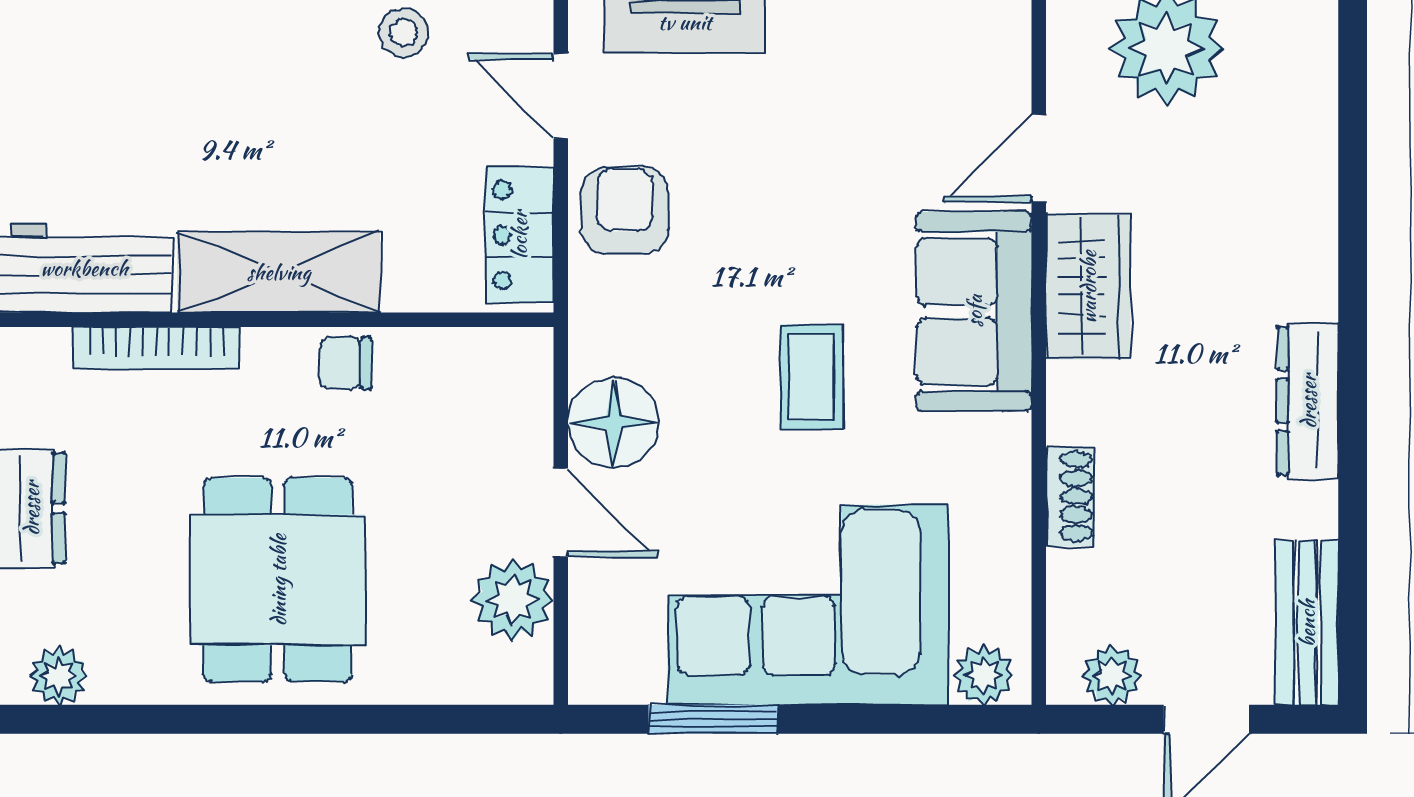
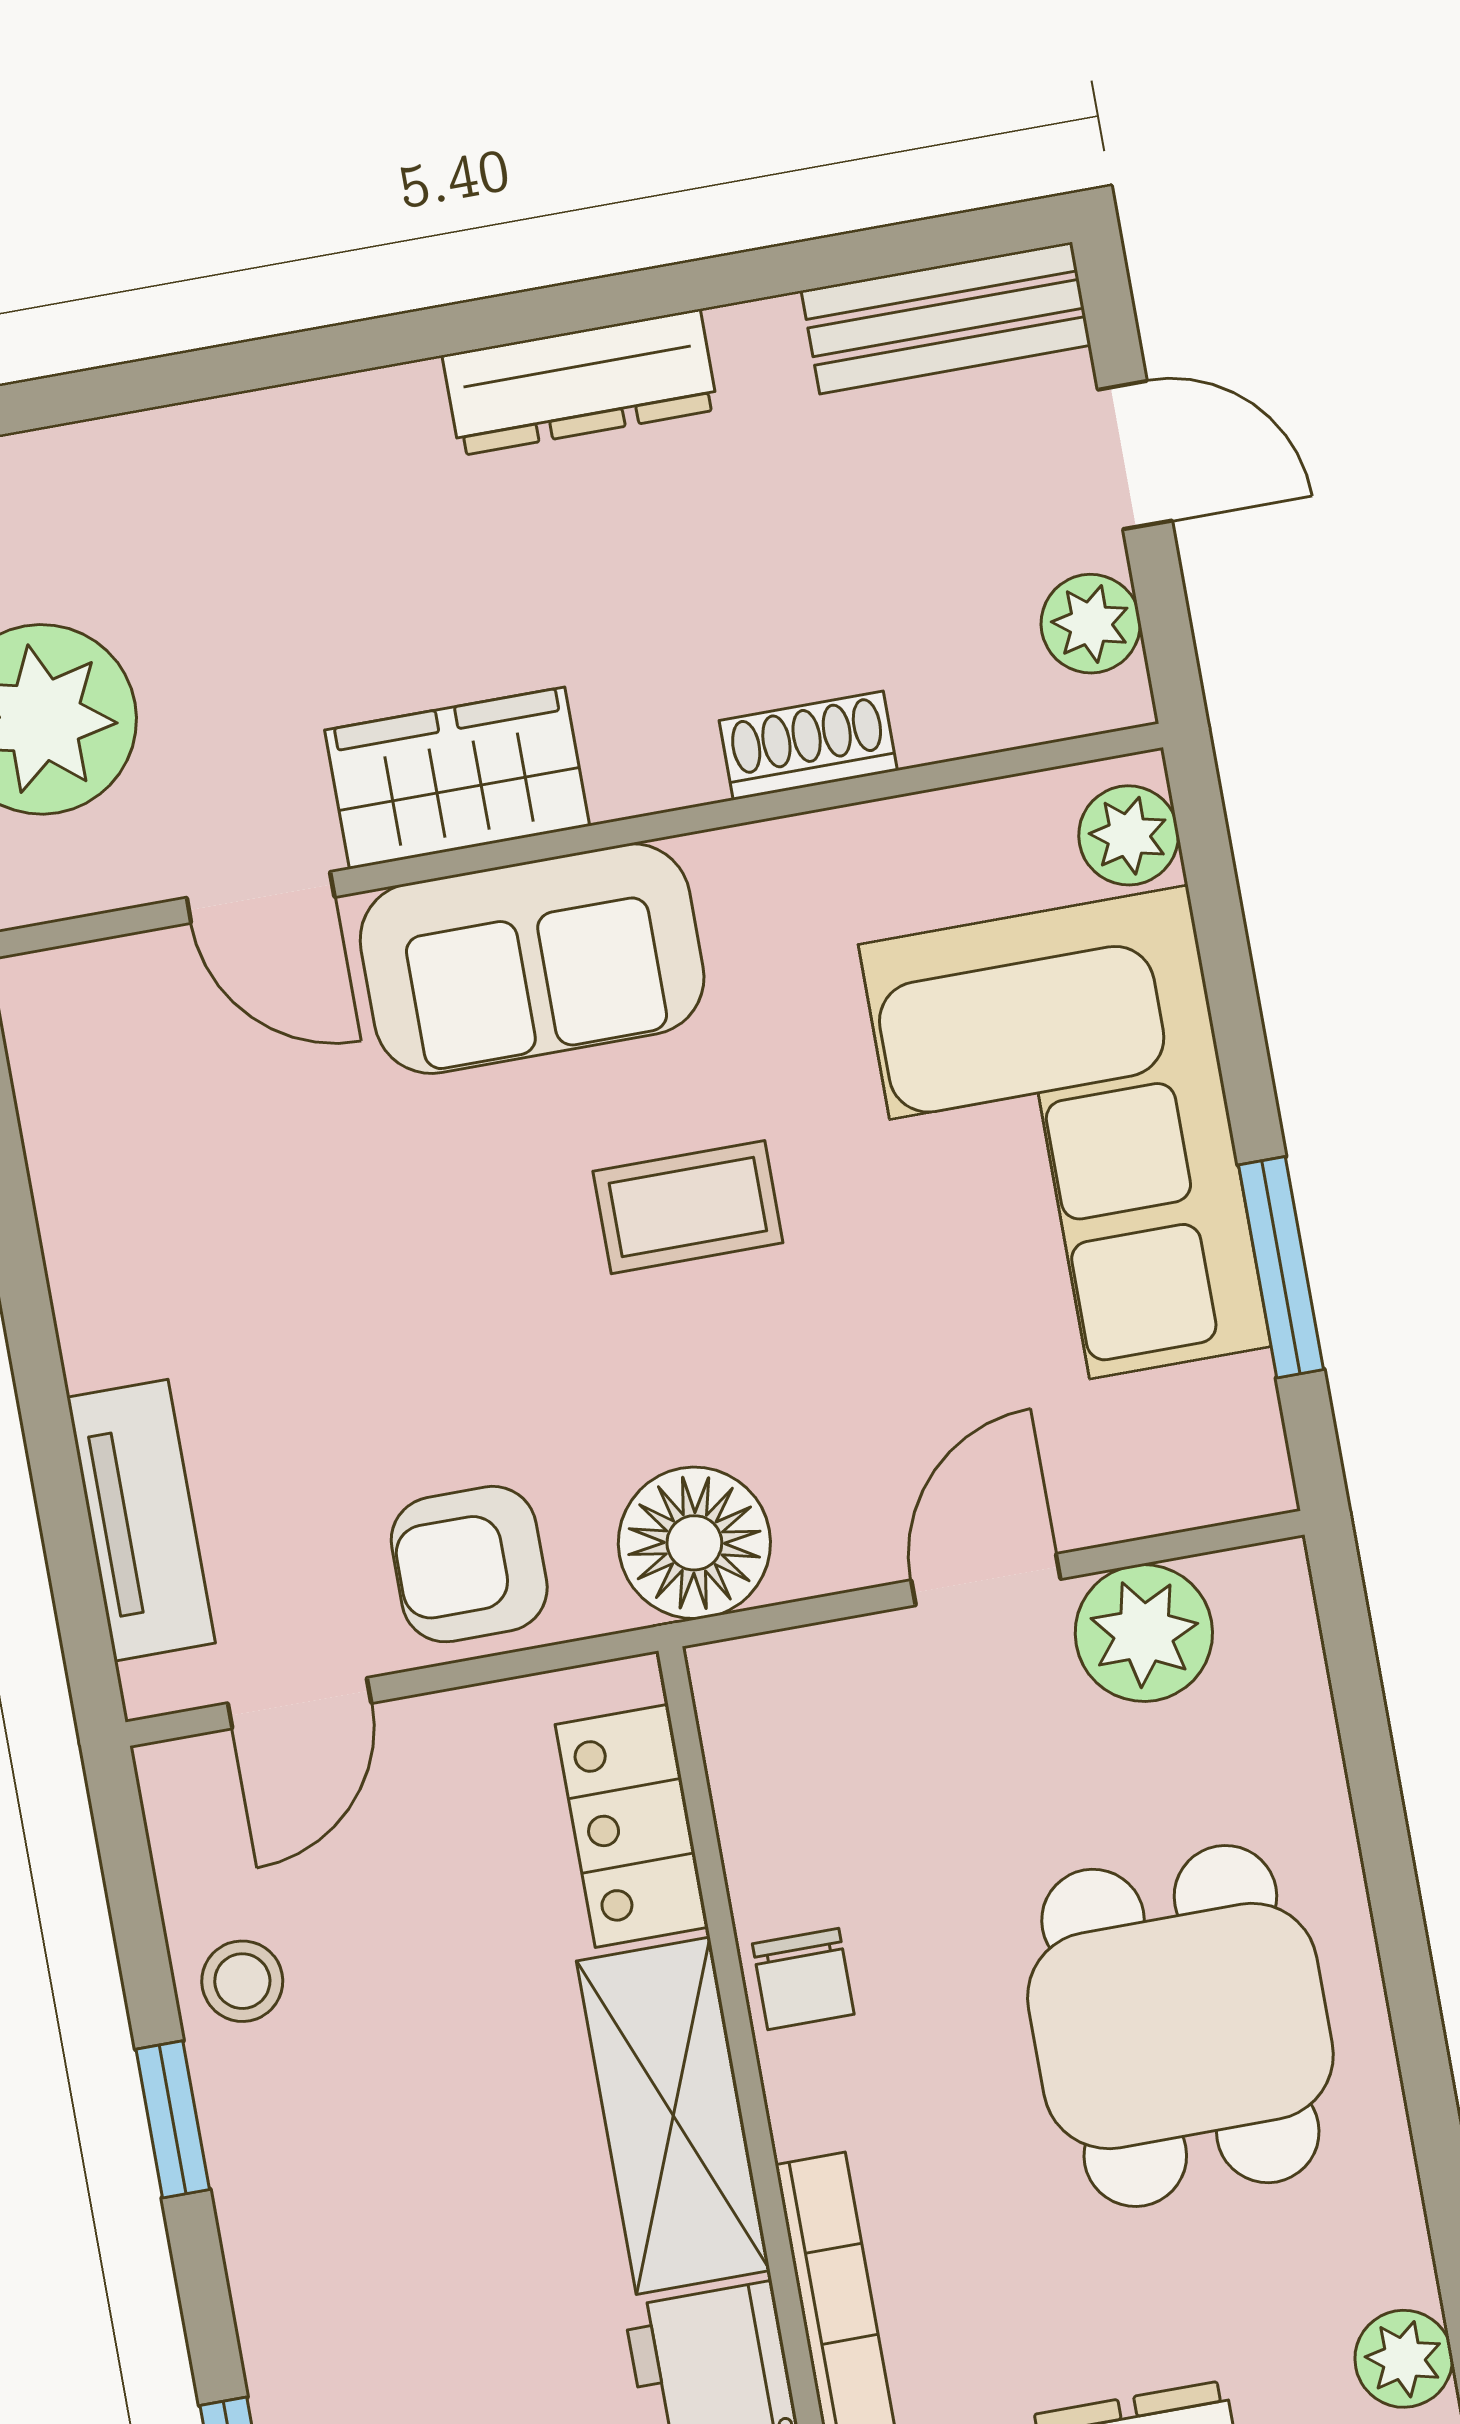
locker: (519, 235) -> (632, 1826), moved, turned 90
floor lamp: (613, 422) -> (694, 1543), moved
dining table: (278, 580) -> (1180, 2026), turned 90

